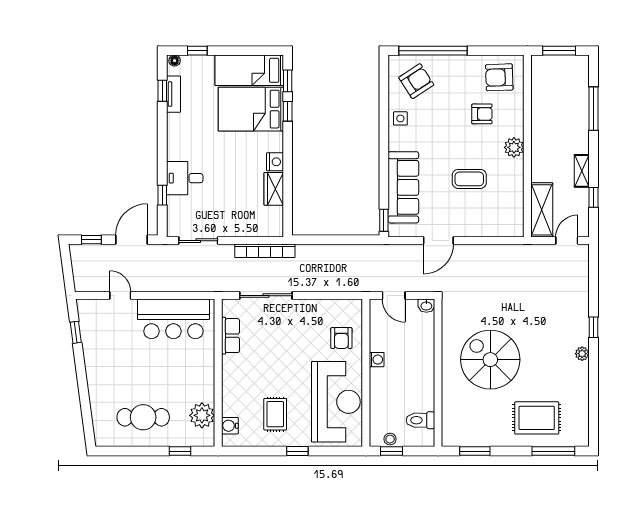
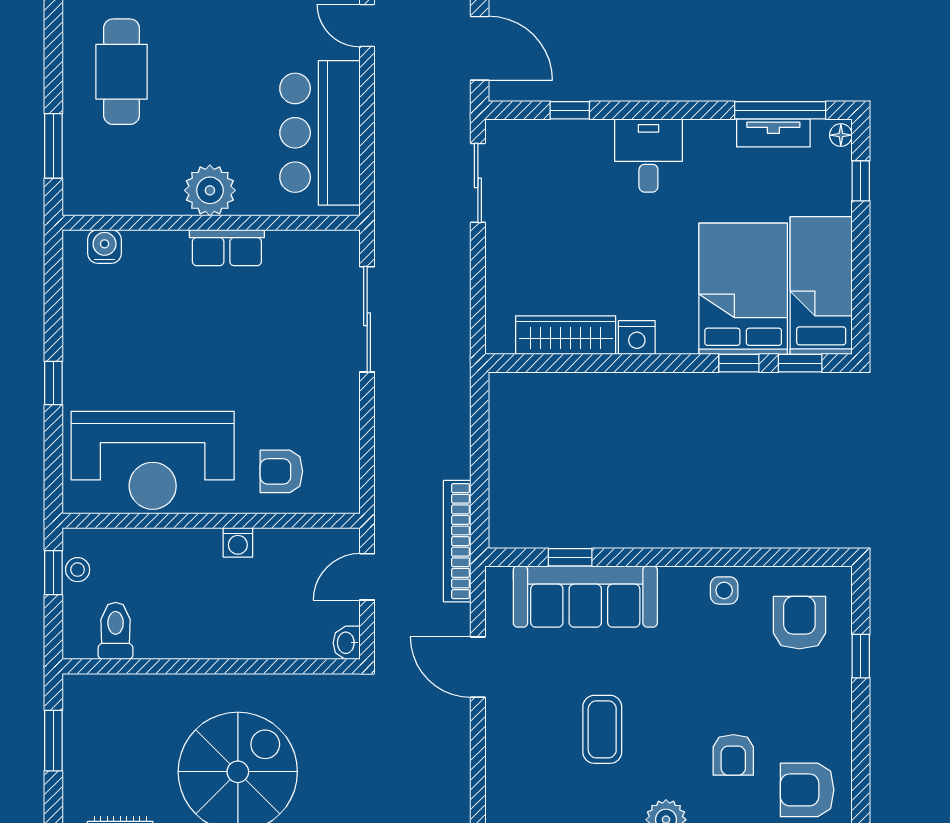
window: (433, 51) -> (861, 656), width x0.32
armchair: (499, 77) -> (807, 790), turned -88
armchair: (416, 81) -> (799, 623), turned -147
window: (162, 91) -> (780, 110), width x2.17
desk: (185, 178) -> (648, 155), moved
wardrobe: (274, 189) -> (566, 335), width x1.50
window: (384, 220) -> (570, 557), moved
bookcase: (265, 251) -> (457, 541), moved
door: (120, 296) -> (367, 25), swing flipped
row of seats: (230, 336) -> (227, 248), moved
rug: (275, 414) -> (128, 338), removed
plant: (202, 415) -> (210, 190), moved
window: (180, 451) -> (53, 146), width x1.50

